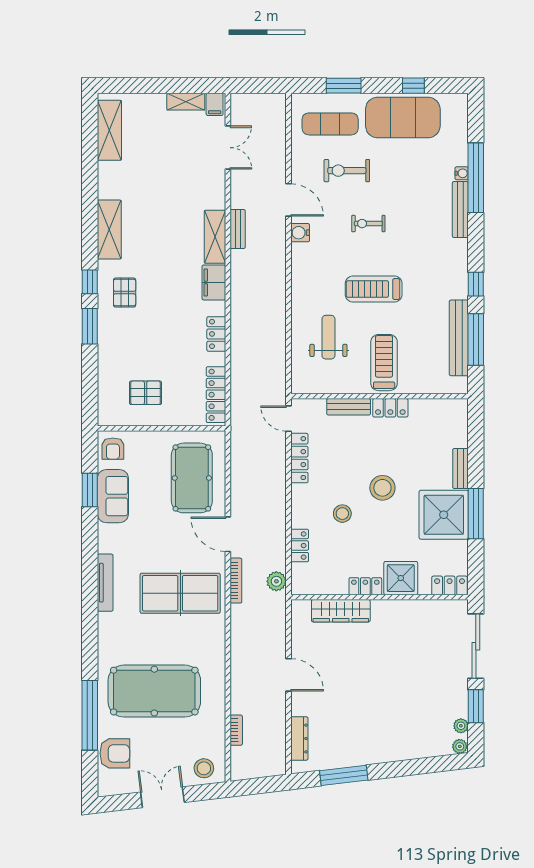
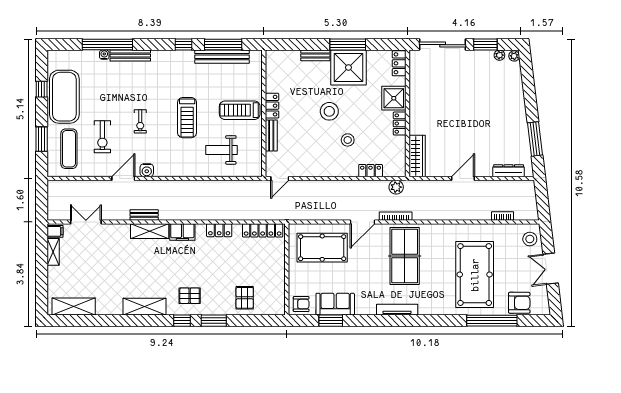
pallet: (146, 393) -> (245, 298), moved
locker: (299, 458) -> (308, 171), removed
wardrobe: (341, 611) -> (417, 156), moved
armchair: (115, 753) -> (519, 303), turned 90

